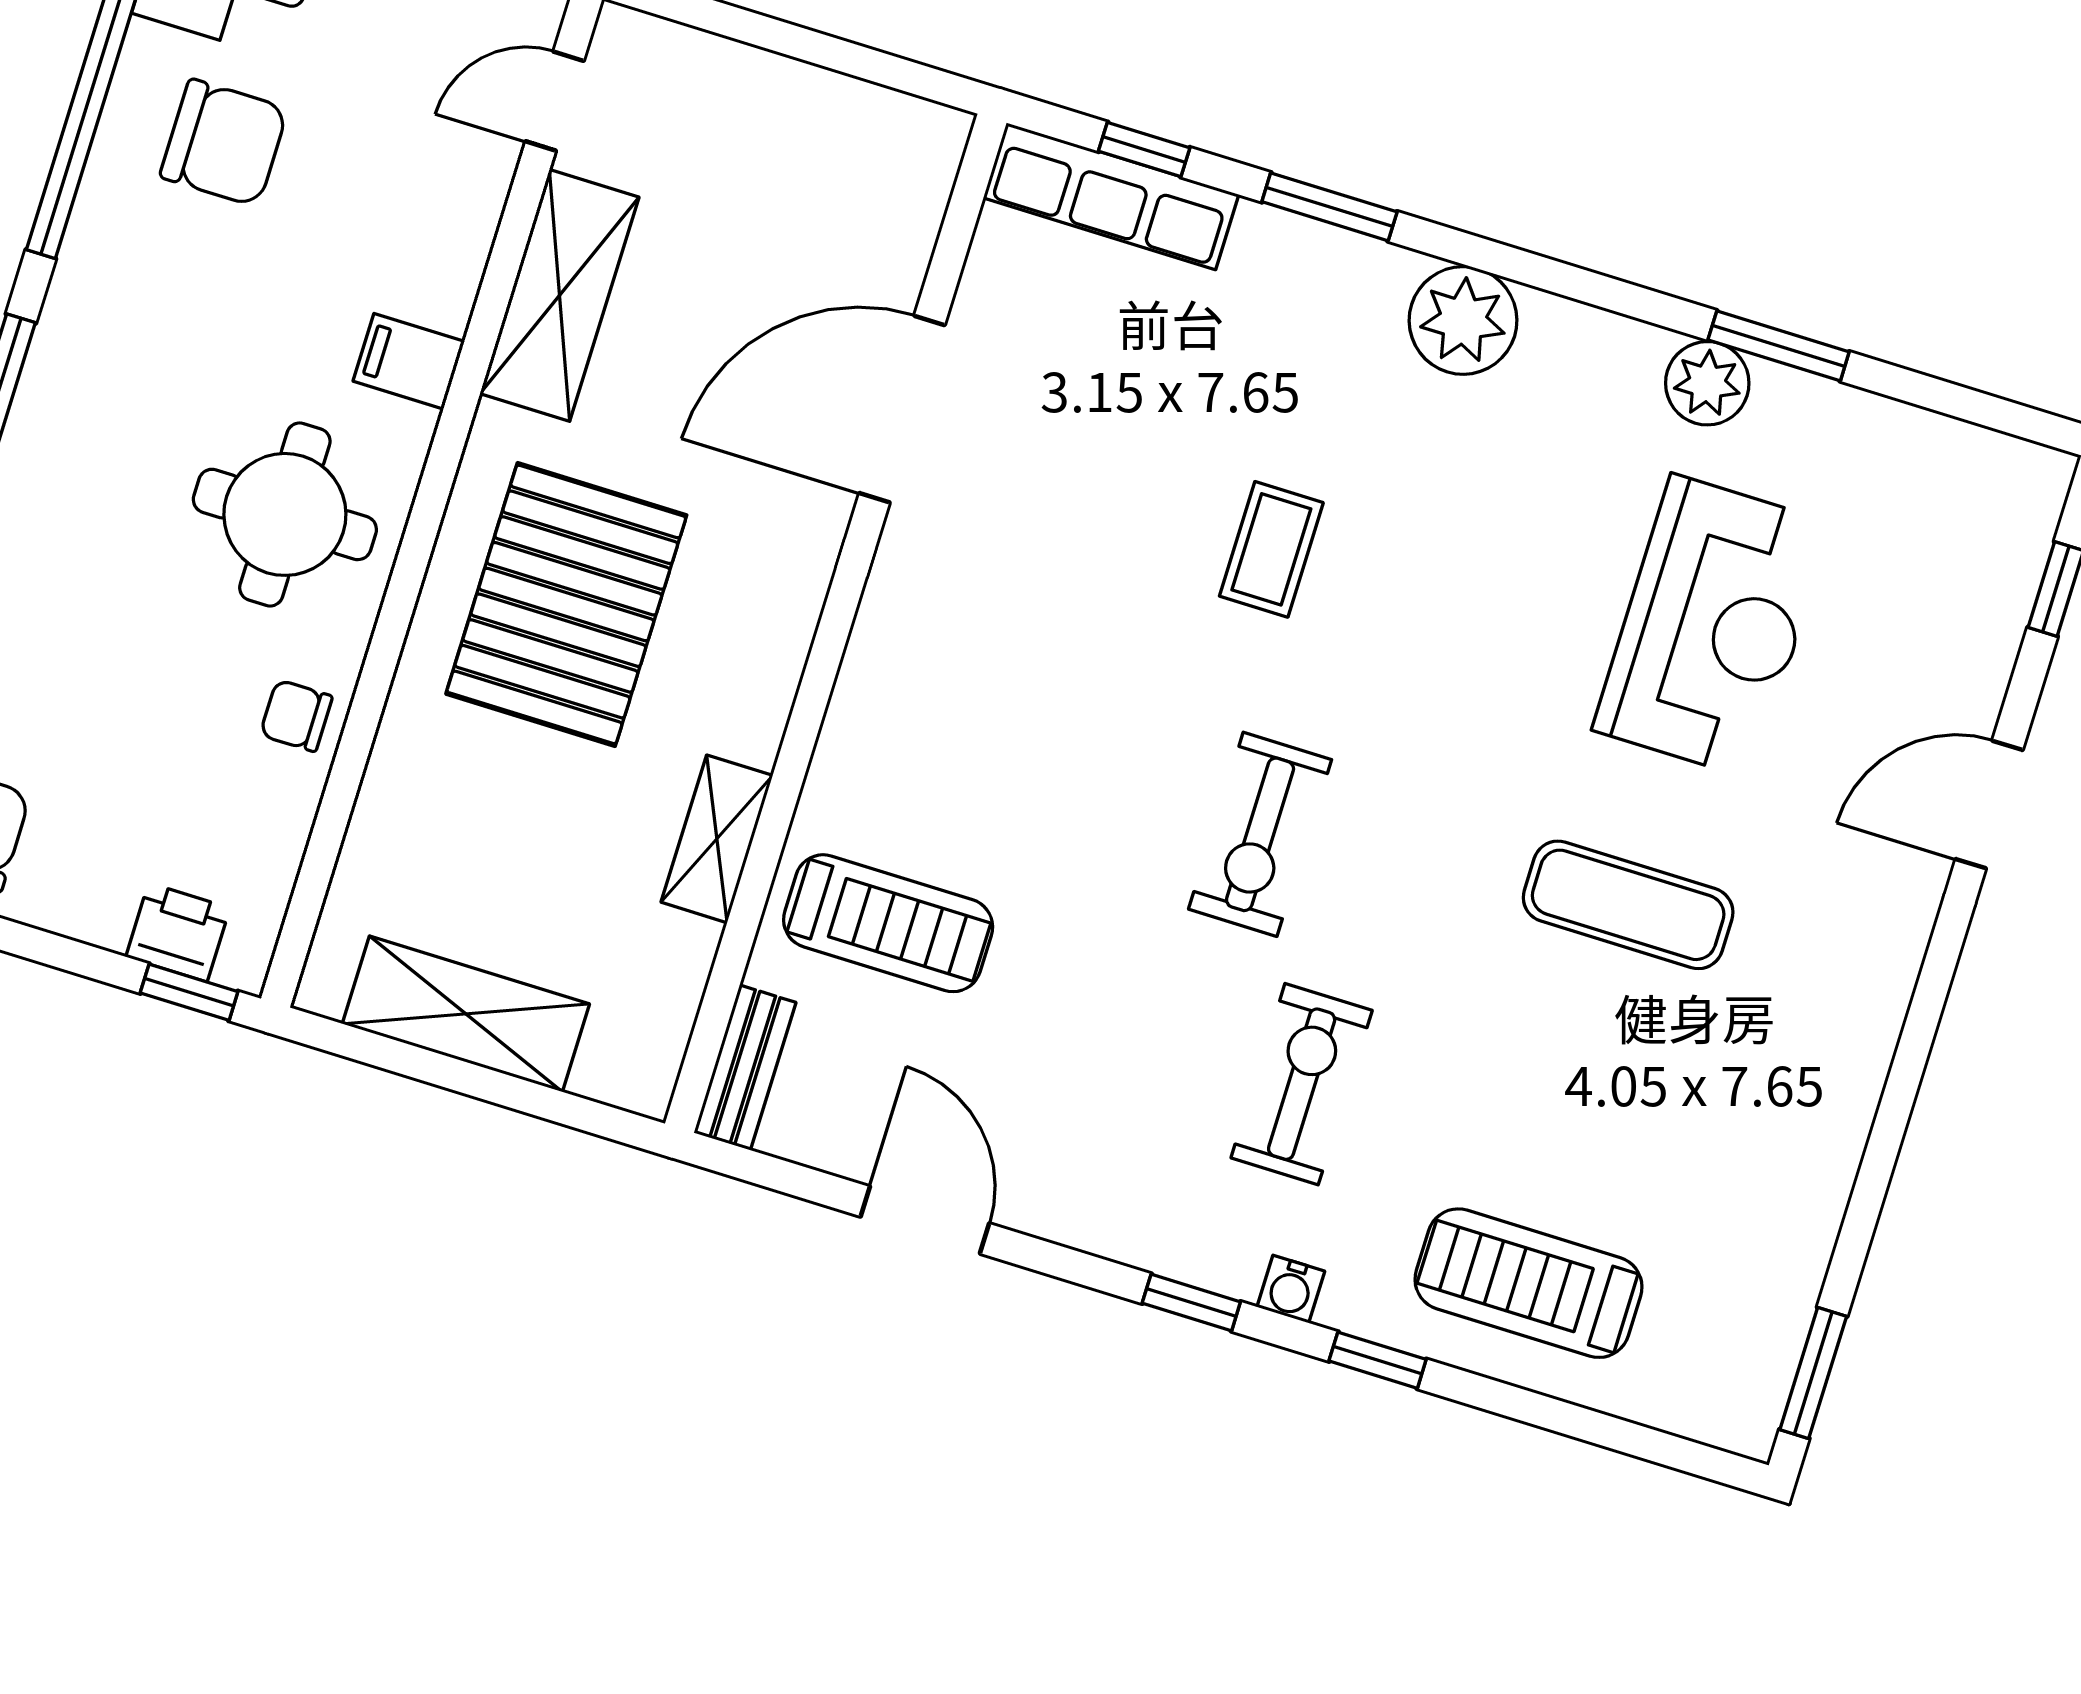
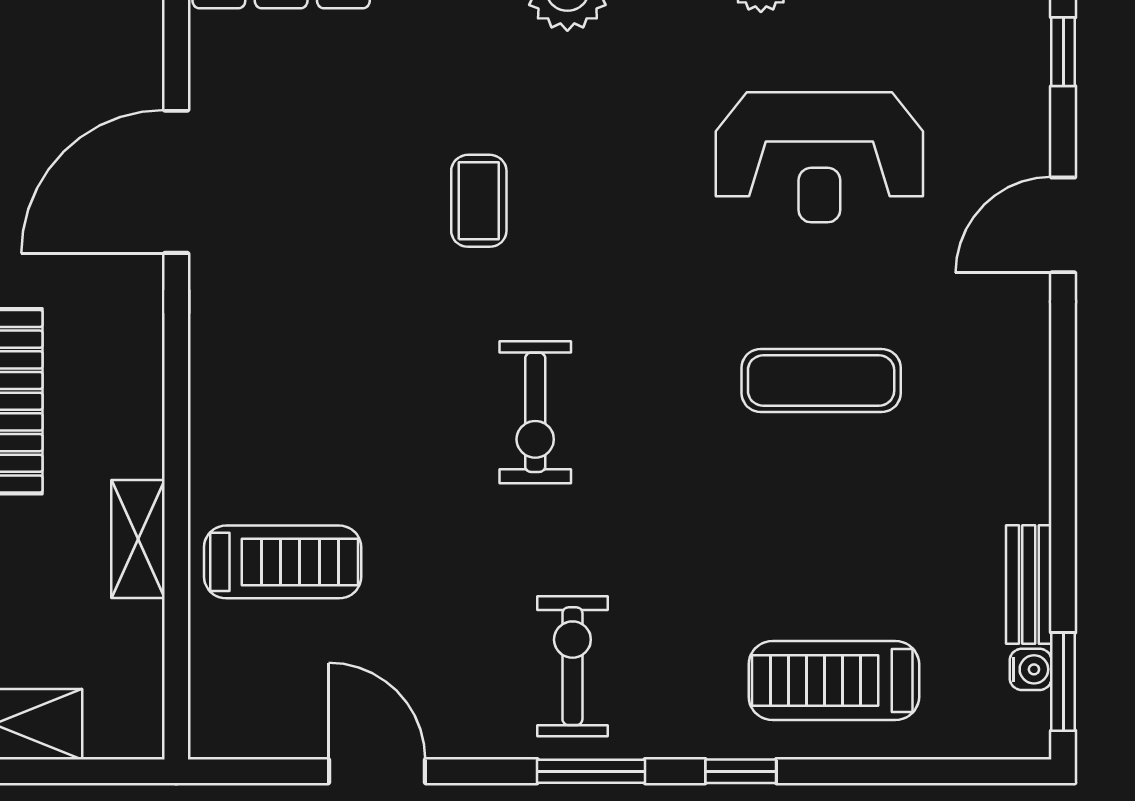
reception desk: (1712, 626) -> (819, 157), turned 90
bench: (745, 1068) -> (1029, 585), moved
exercise bike: (1302, 1084) -> (572, 666), moved
water cooler: (1291, 1289) -> (1031, 669), moved, turned -90
window: (1191, 1302) -> (591, 771), width x1.50

